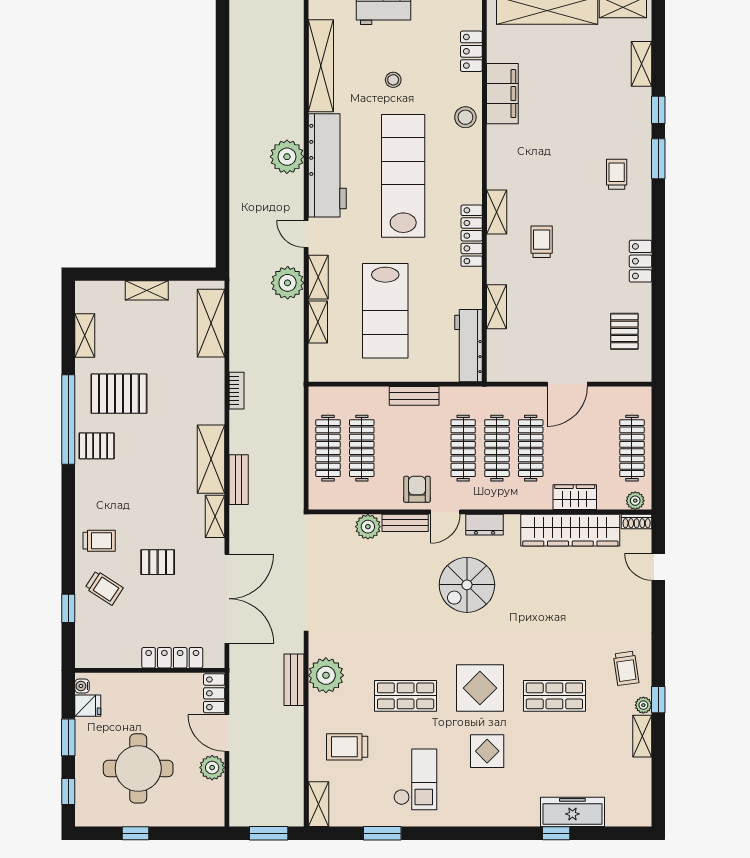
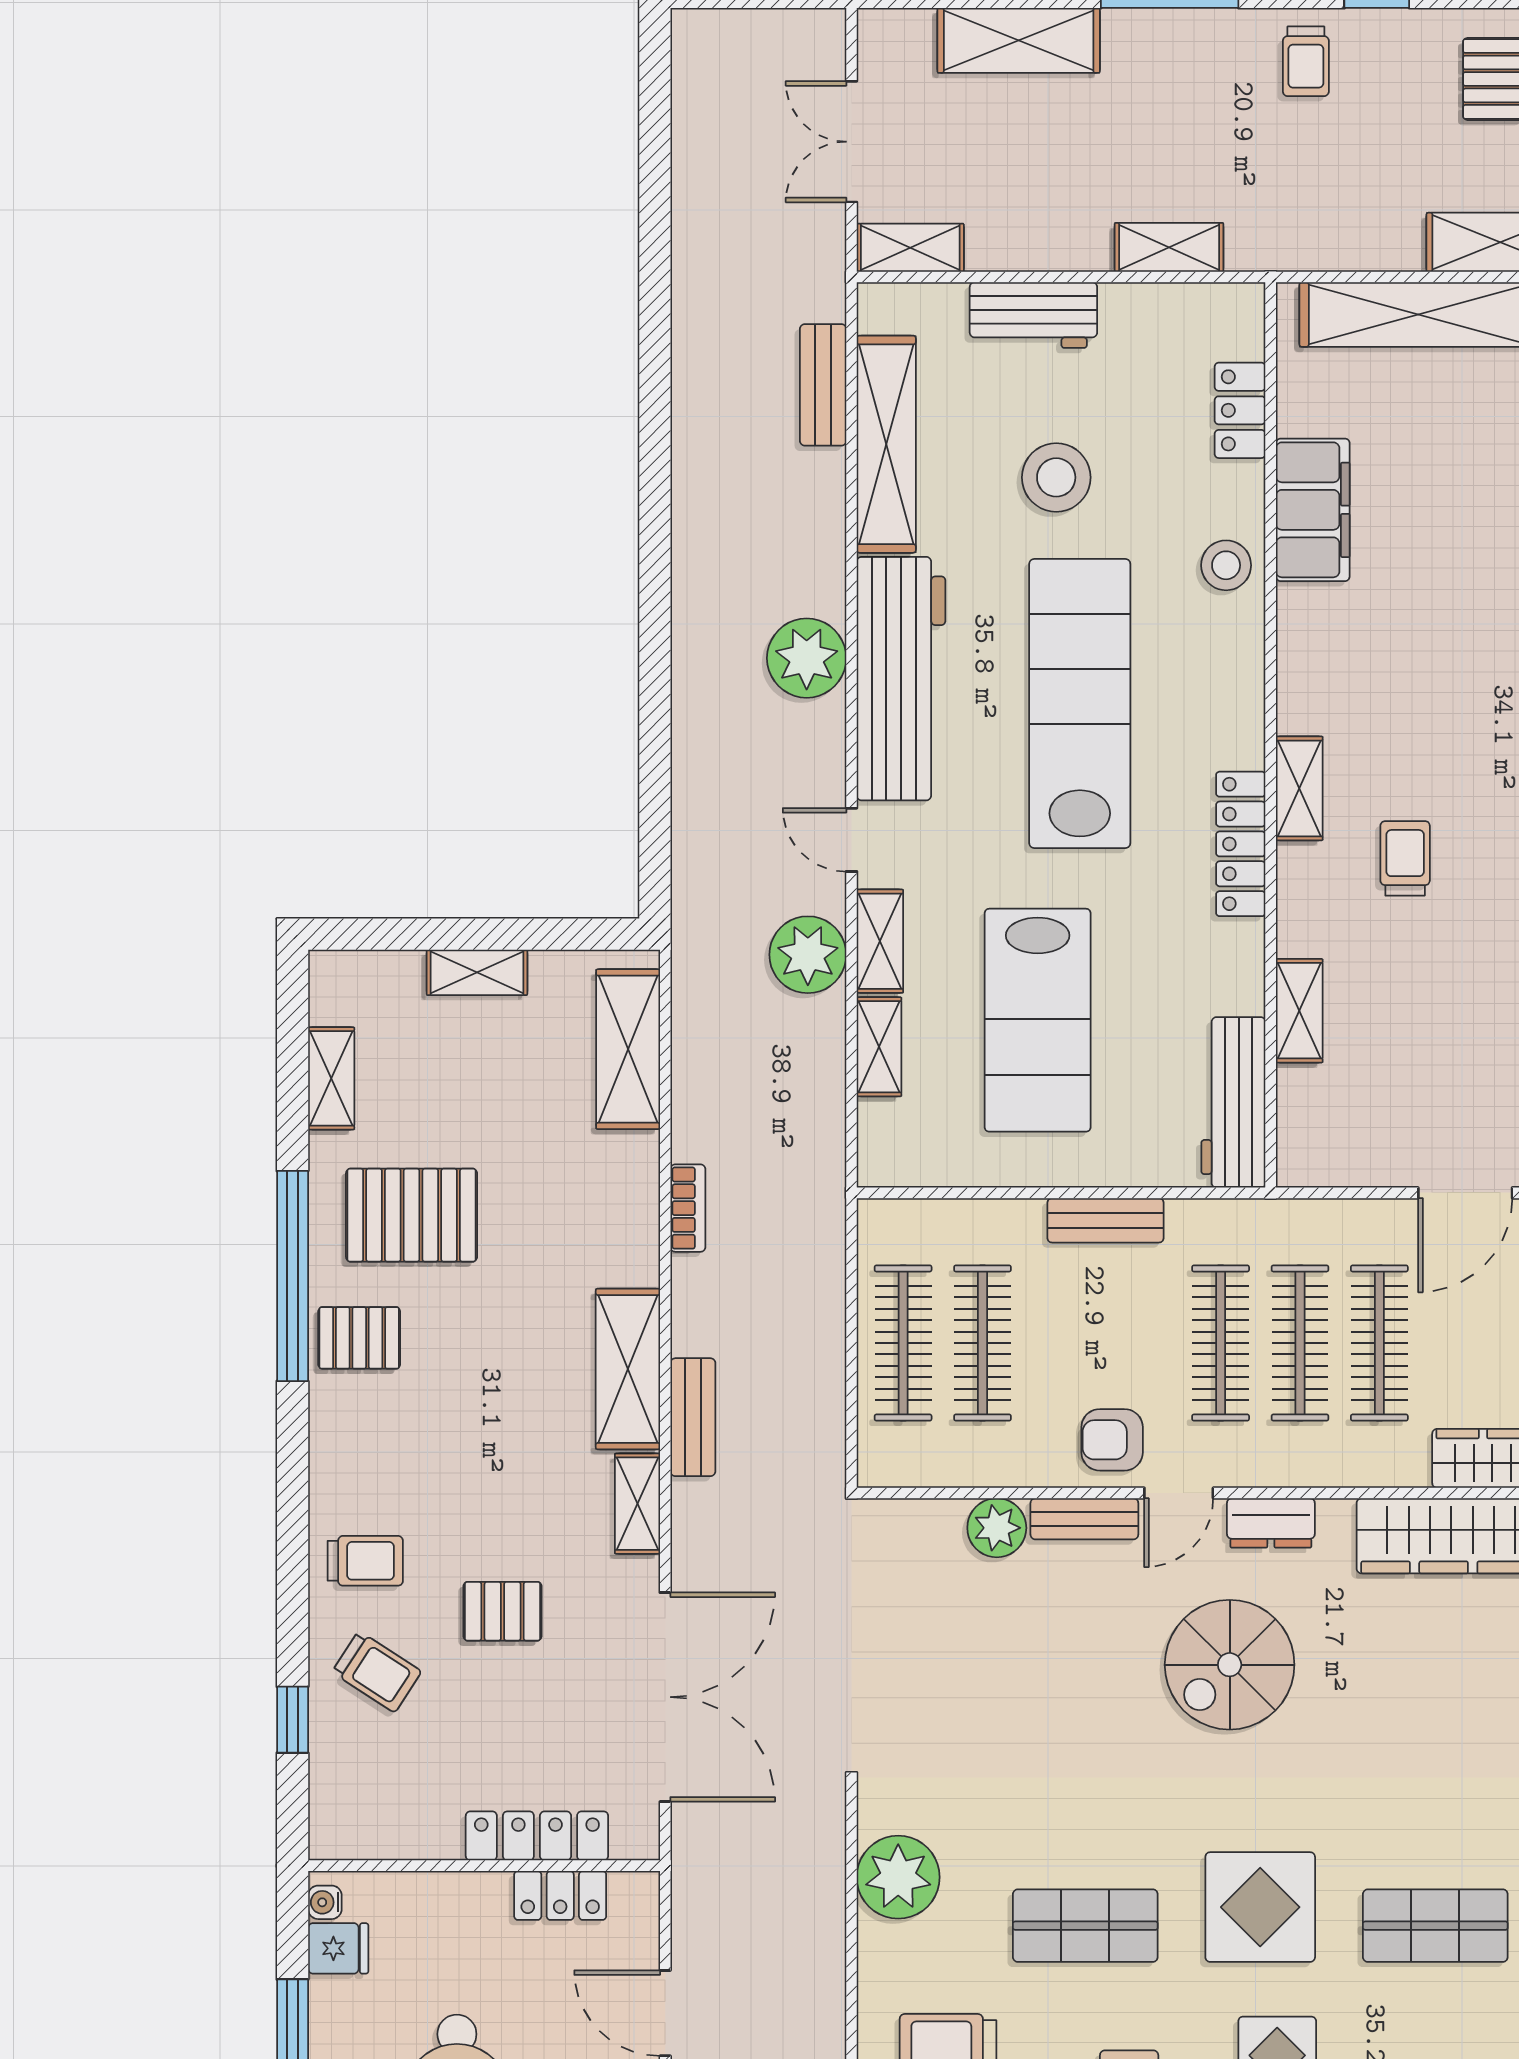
stool: (393, 80) -> (1056, 477), width x1.89, depth x1.89
armchair: (417, 489) -> (1112, 1440), turned -90
bench: (294, 680) -> (823, 385), moved
locker: (214, 693) -> (560, 1895), moved, turned -90

